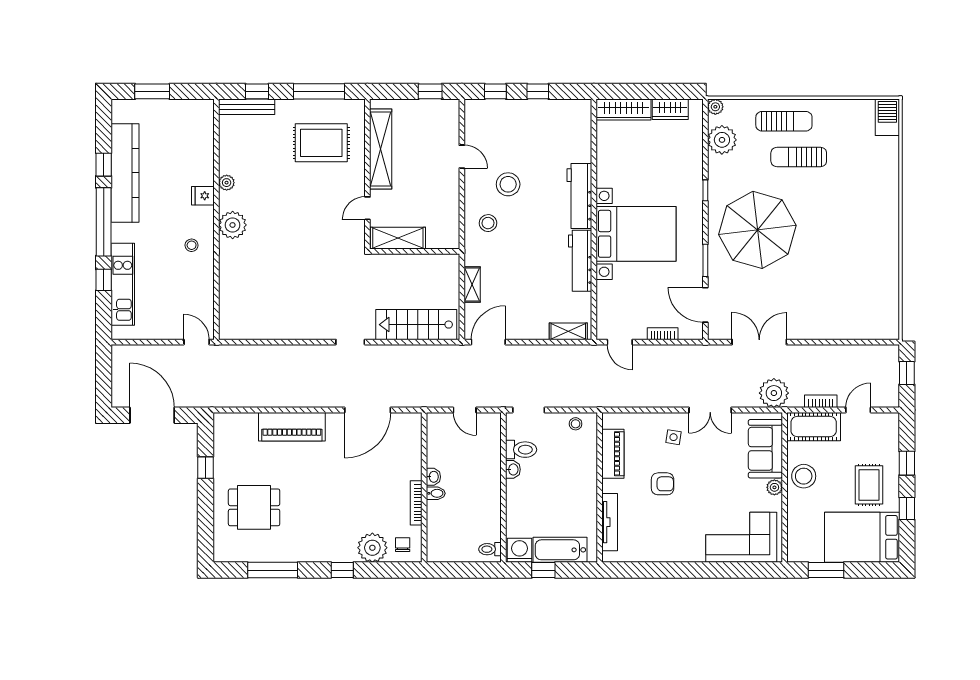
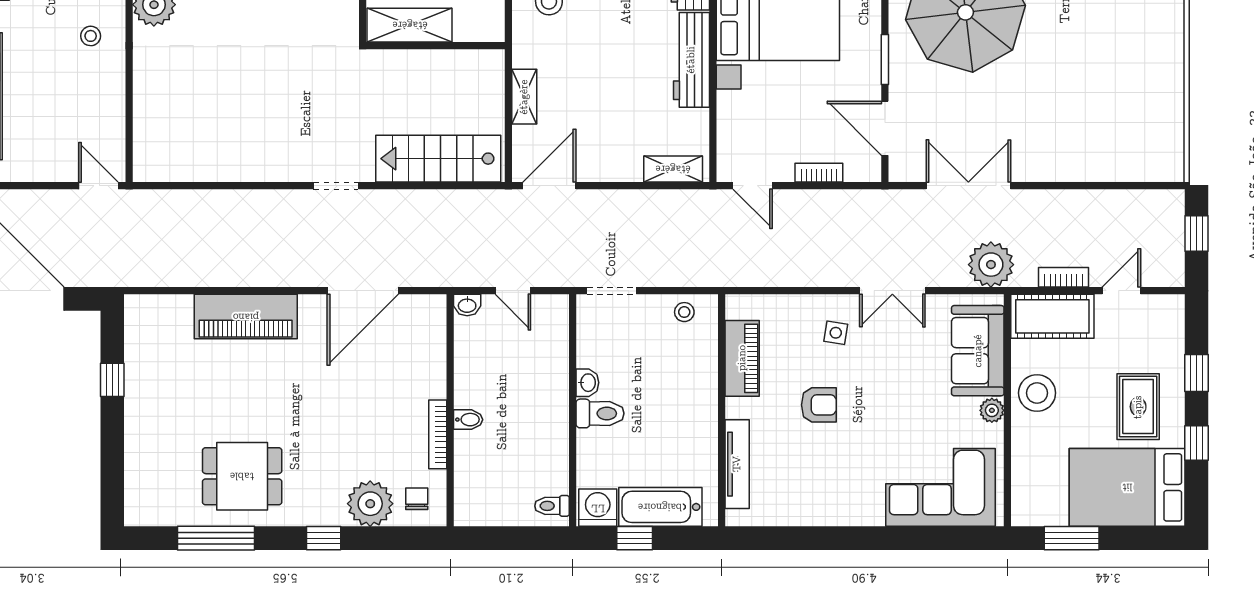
toilet: (521, 450) -> (600, 413), moved
washbasin: (433, 477) -> (467, 305), moved, turned 90
dining table: (254, 507) -> (242, 476), moved

